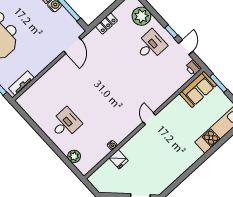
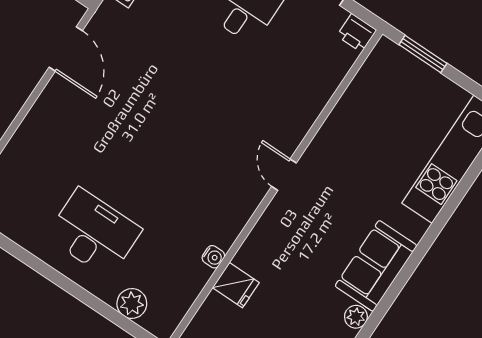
sofa: (198, 89) -> (376, 266), moved, turned 180
desk: (66, 124) -> (94, 233), width x1.37
plant: (165, 184) -> (356, 317), added

